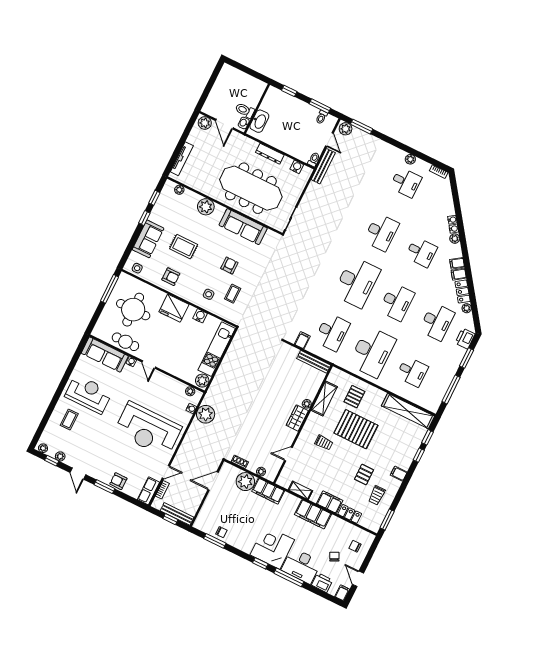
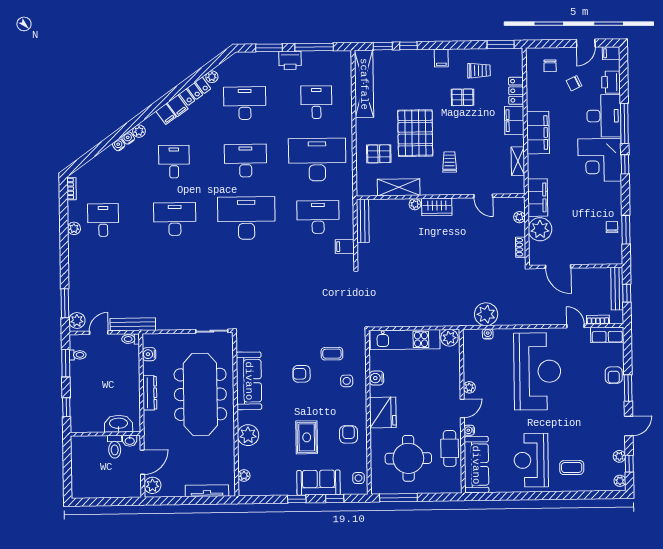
window: (154, 198) -> (335, 499), moved
printer: (465, 339) -> (290, 60), moved
plant: (190, 391) -> (469, 387), moved

